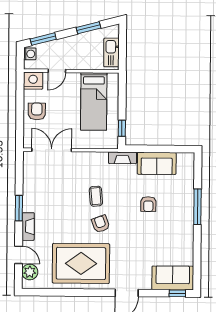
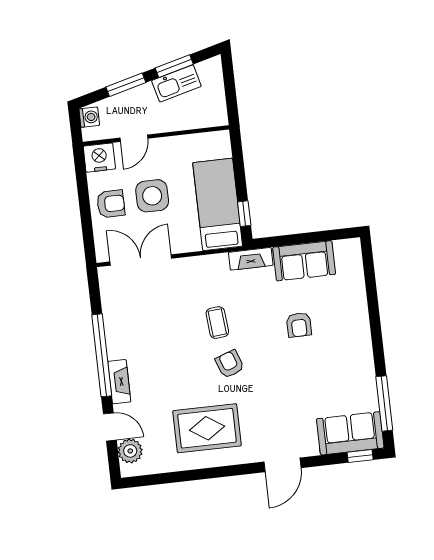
window: (43, 39) -> (126, 85), moved
kitchen sink: (111, 52) -> (176, 83), moved, turned -105
bed: (94, 101) -> (218, 204), moved, turned 180
side table: (64, 109) -> (152, 196), added
armchair: (37, 111) -> (111, 204), turned 90
window: (197, 207) -> (384, 403), moved
window: (19, 208) -> (102, 355), width x2.11
rug: (81, 263) -> (207, 428), width x0.73, depth x0.69

